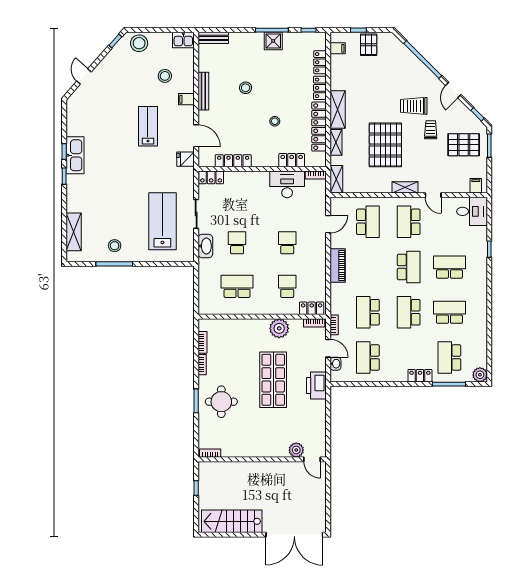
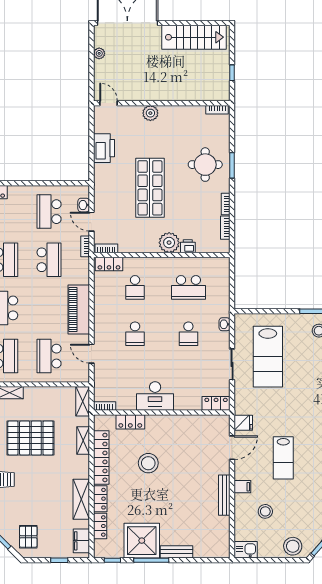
bench: (213, 38) -> (177, 552), moved
shower: (273, 41) -> (142, 541), width x1.86, depth x1.86
pallet: (369, 45) -> (28, 537), moved
filing cabinet: (338, 48) -> (81, 541), width x2.00
stool: (246, 88) -> (179, 499), removed
shelving: (338, 109) -> (81, 499), moved
stool: (275, 121) -> (148, 463), width x1.89, depth x1.89
door: (196, 136) -> (232, 448), swing flipped
pallet: (385, 145) -> (30, 438), turned 90
locker: (233, 161) -> (193, 421), removed
desk: (287, 184) -> (155, 396), moved
door: (328, 224) -> (91, 354), hinge flipped
washbasin: (205, 246) -> (225, 324), width x0.52, depth x0.69
piano: (338, 266) -> (79, 310), width x1.37, depth x1.33
printer: (238, 325) -> (188, 246), added
plant: (279, 328) -> (169, 243), moved
school desk: (368, 357) -> (49, 212), turned 180
printer: (316, 385) -> (104, 148), moved
plant: (296, 450) -> (150, 113), moved
plant: (321, 506) -> (99, 53), added

